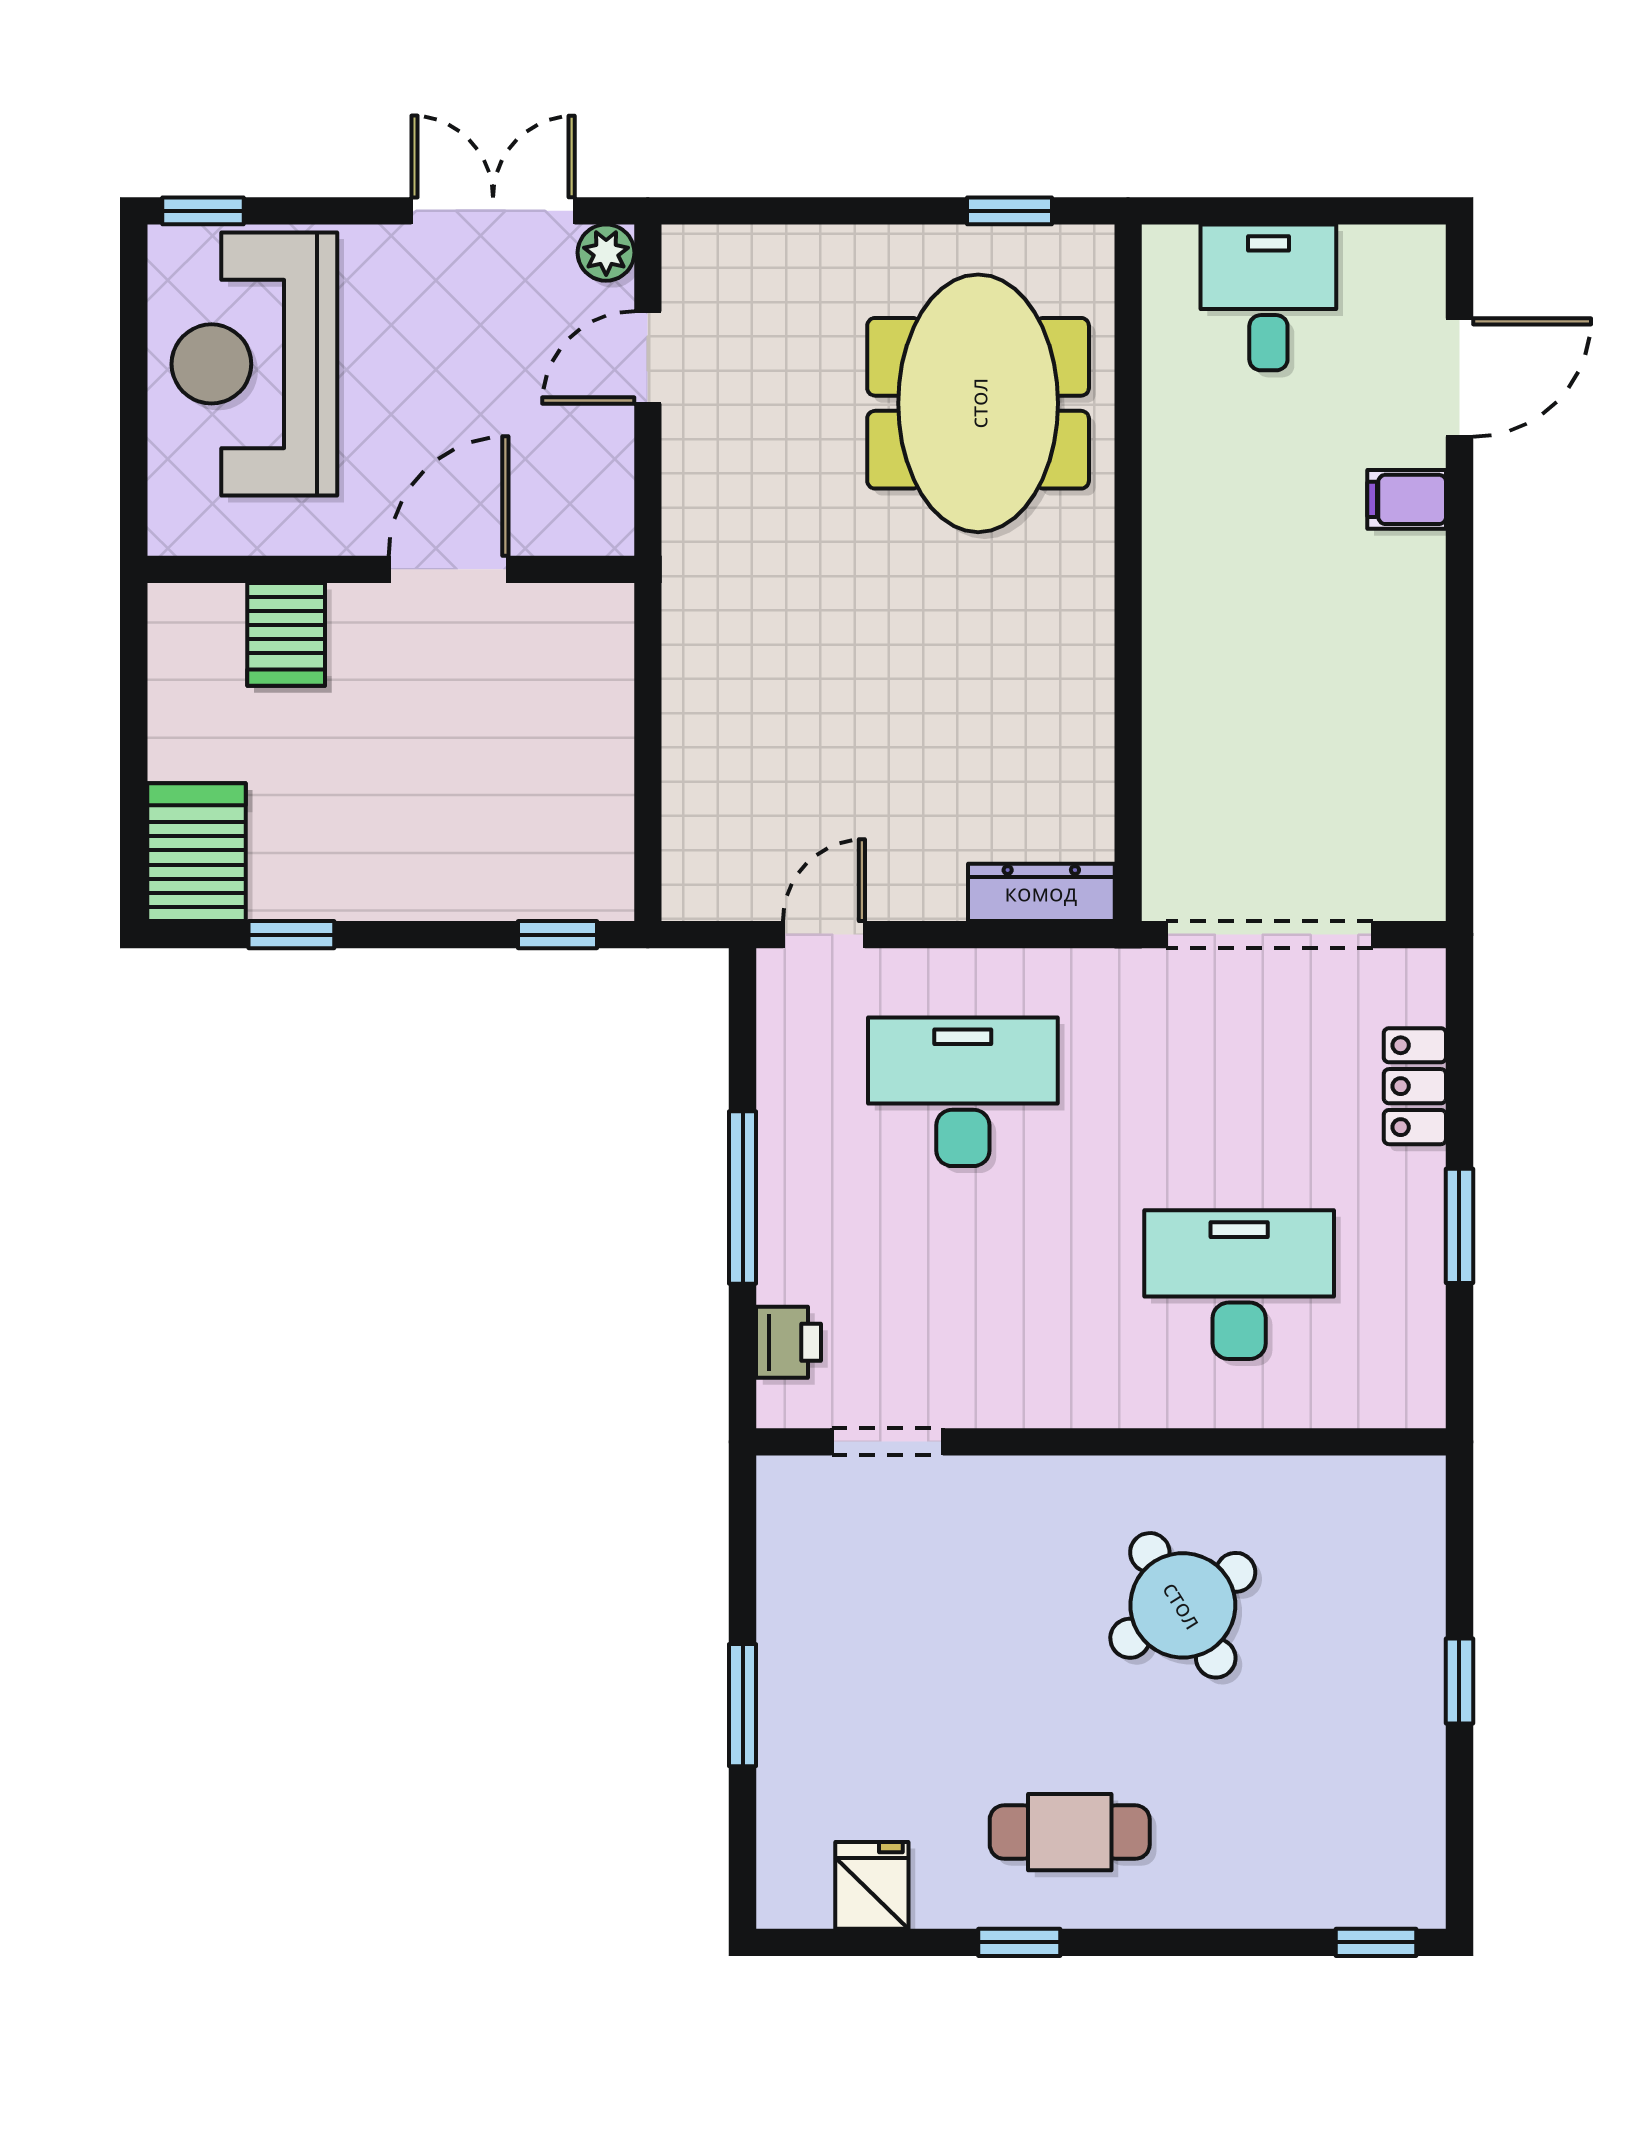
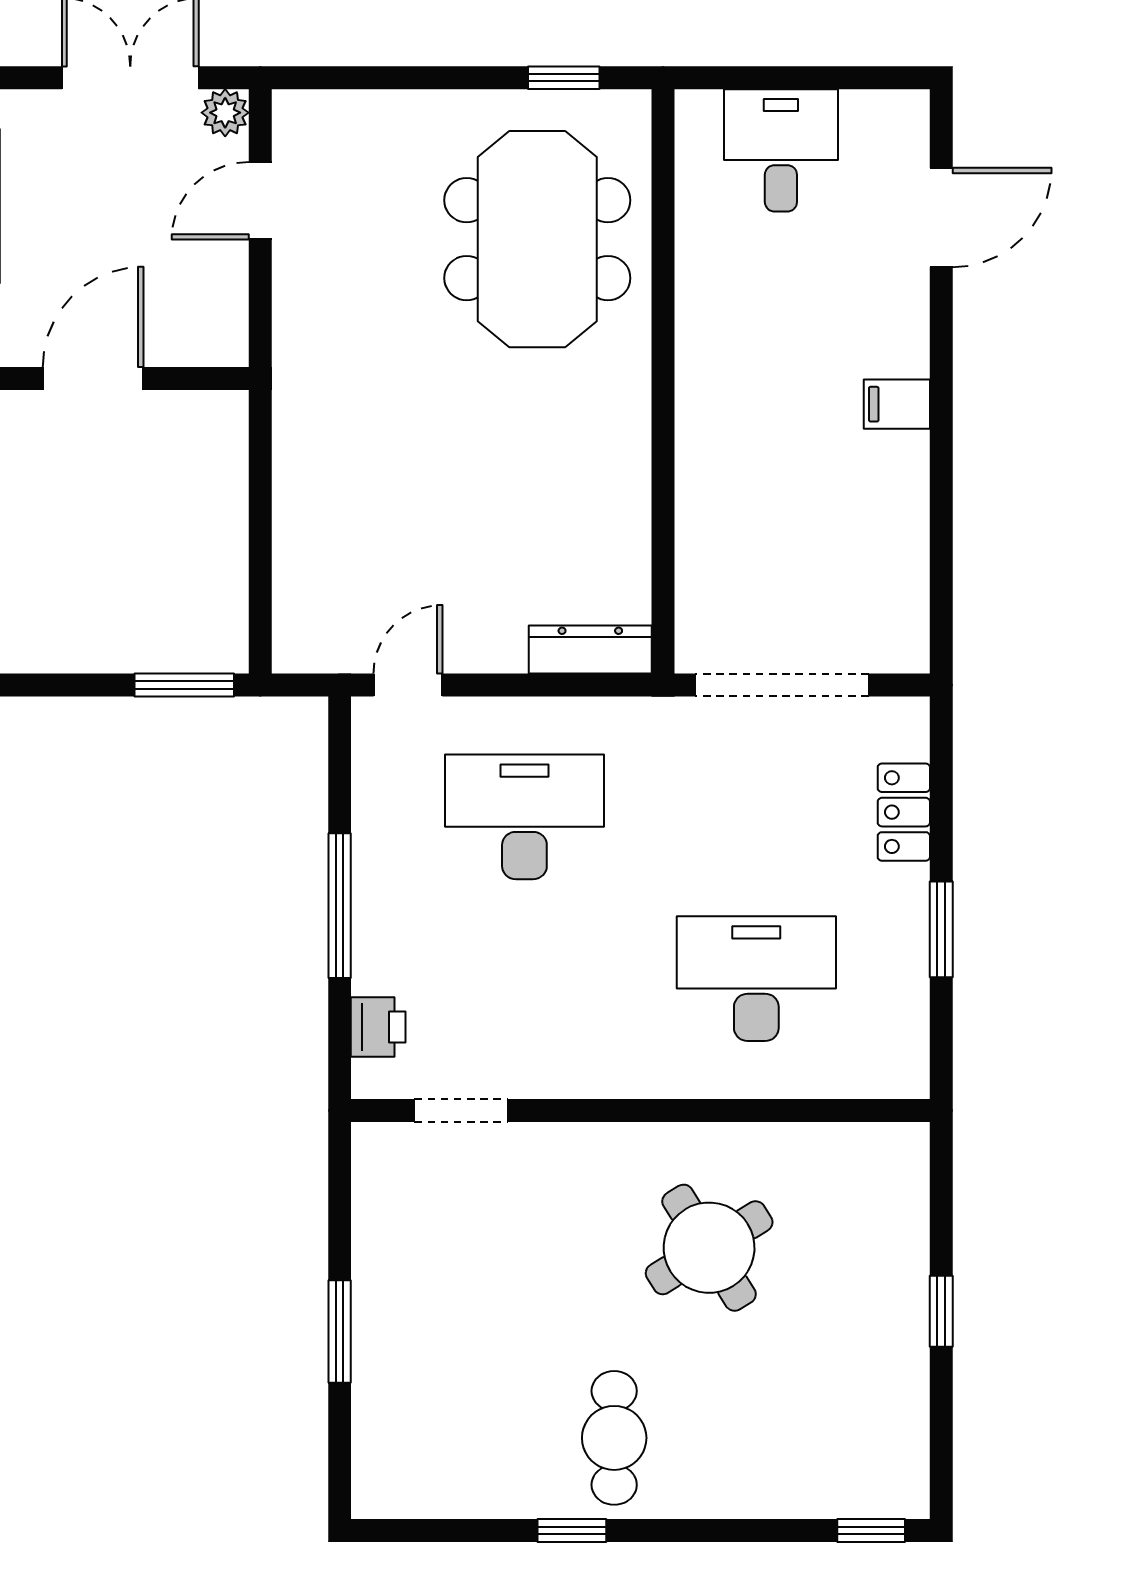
filing cabinet: (1407, 499) -> (897, 404), moved
window: (557, 935) -> (184, 685), width x1.50
cafe table: (1070, 1832) -> (614, 1438), turned 90
fridge: (872, 1885) -> (448, 1483), removed

